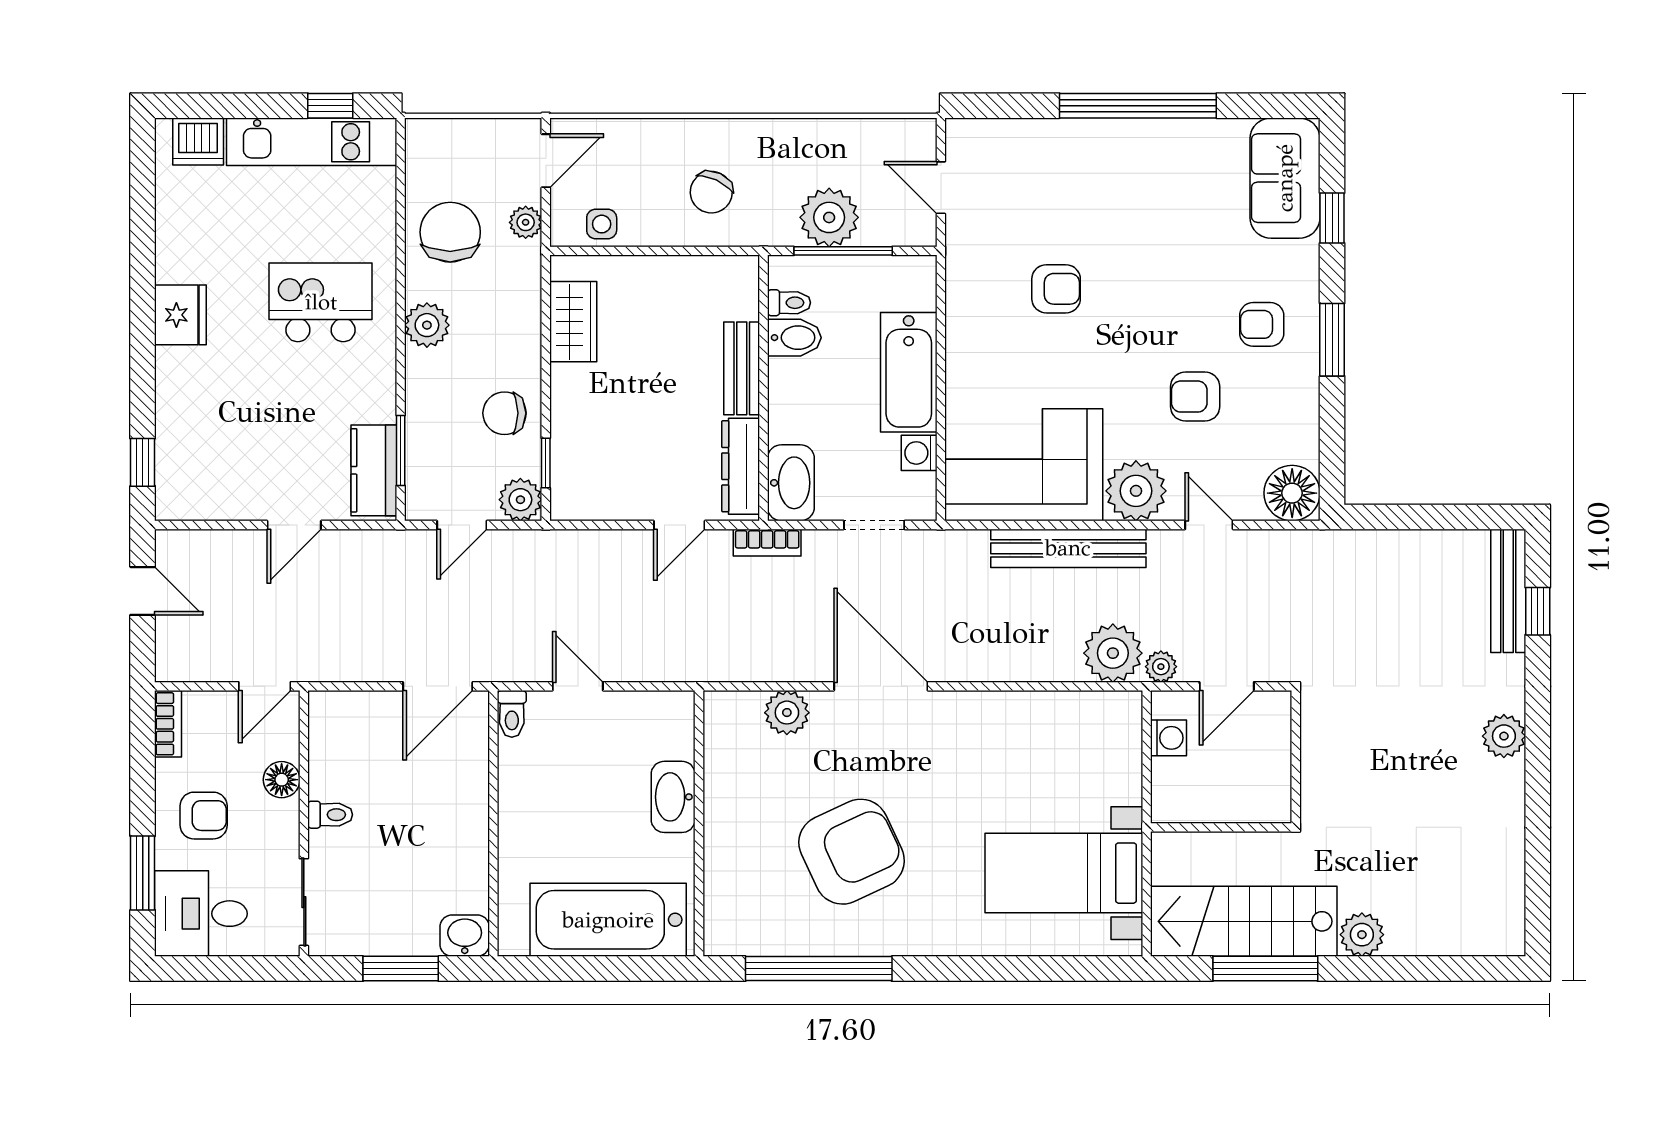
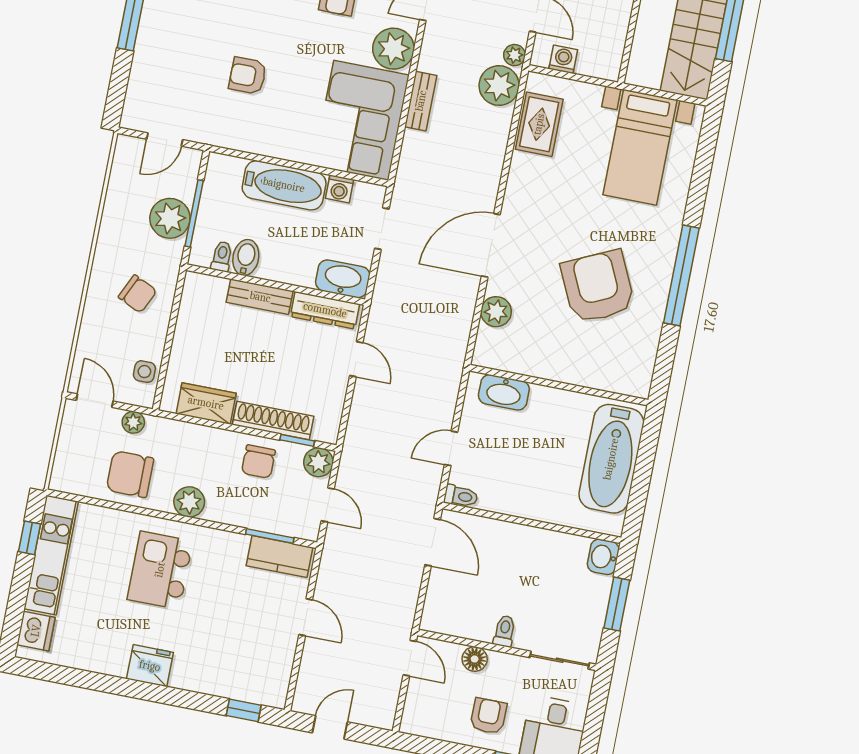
armchair: (1056, 289) -> (248, 76), turned -90
shoe rack: (568, 423) -> (273, 421), added
bookcase: (767, 543) -> (380, 303), removed
bench: (1068, 548) -> (421, 101), width x0.54, depth x0.82
rug: (1068, 722) -> (539, 124), added
bookcase: (168, 724) -> (422, 728), removed
washbasin: (673, 797) -> (504, 392), moved
window: (819, 969) -> (681, 275), moved

